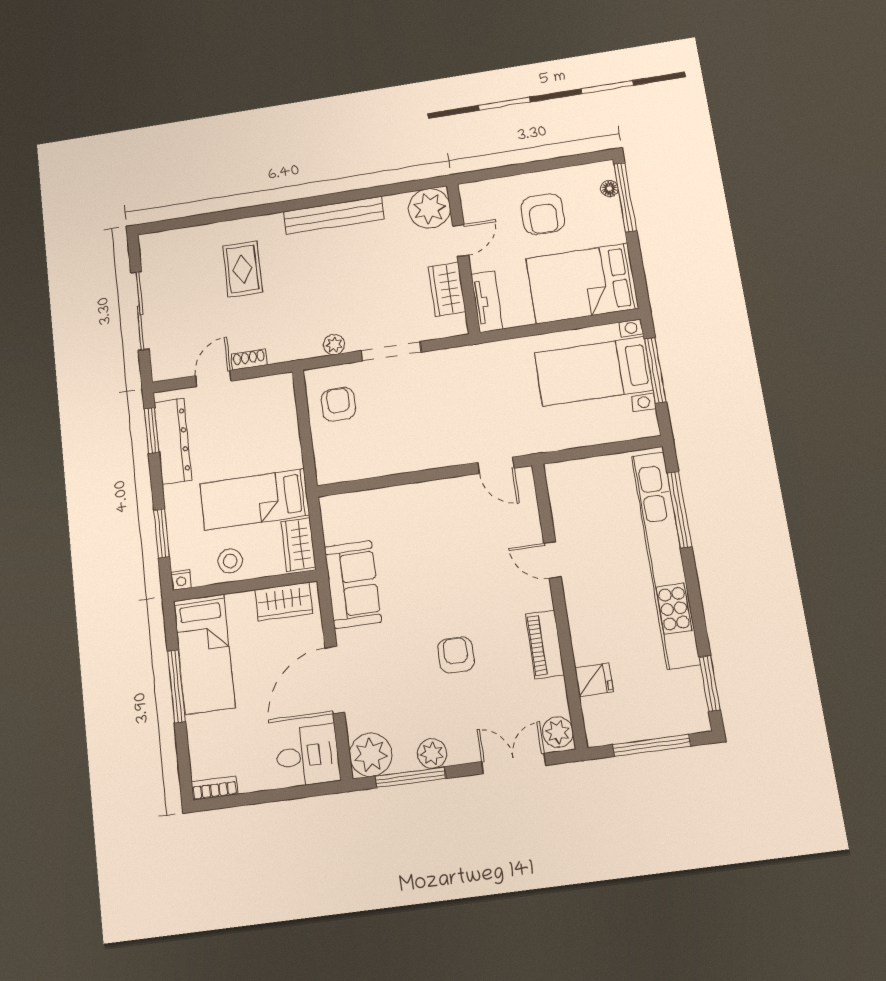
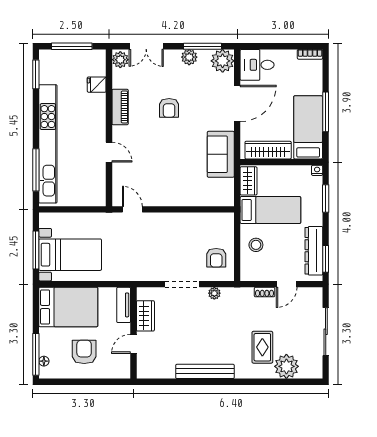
plant: (429, 208) -> (286, 366), moved
stool: (230, 561) -> (256, 245), moved
wardrobe: (284, 602) -> (268, 150), width x1.50

